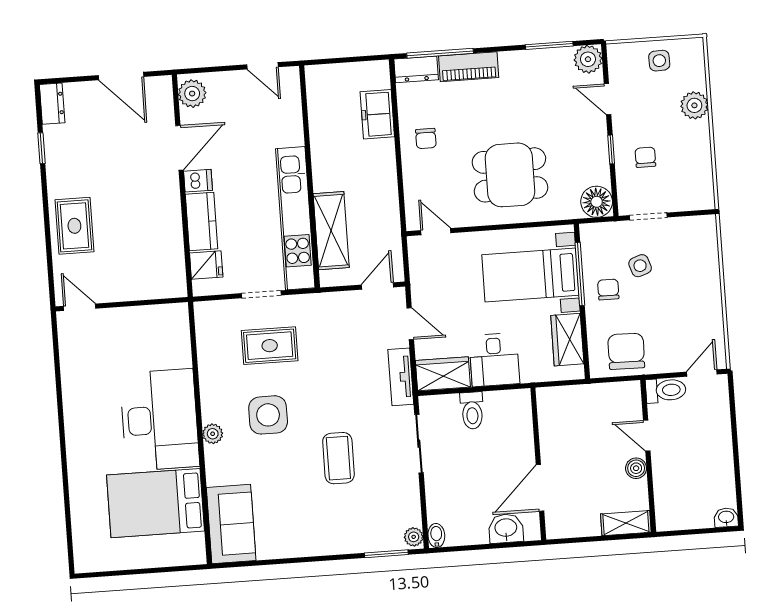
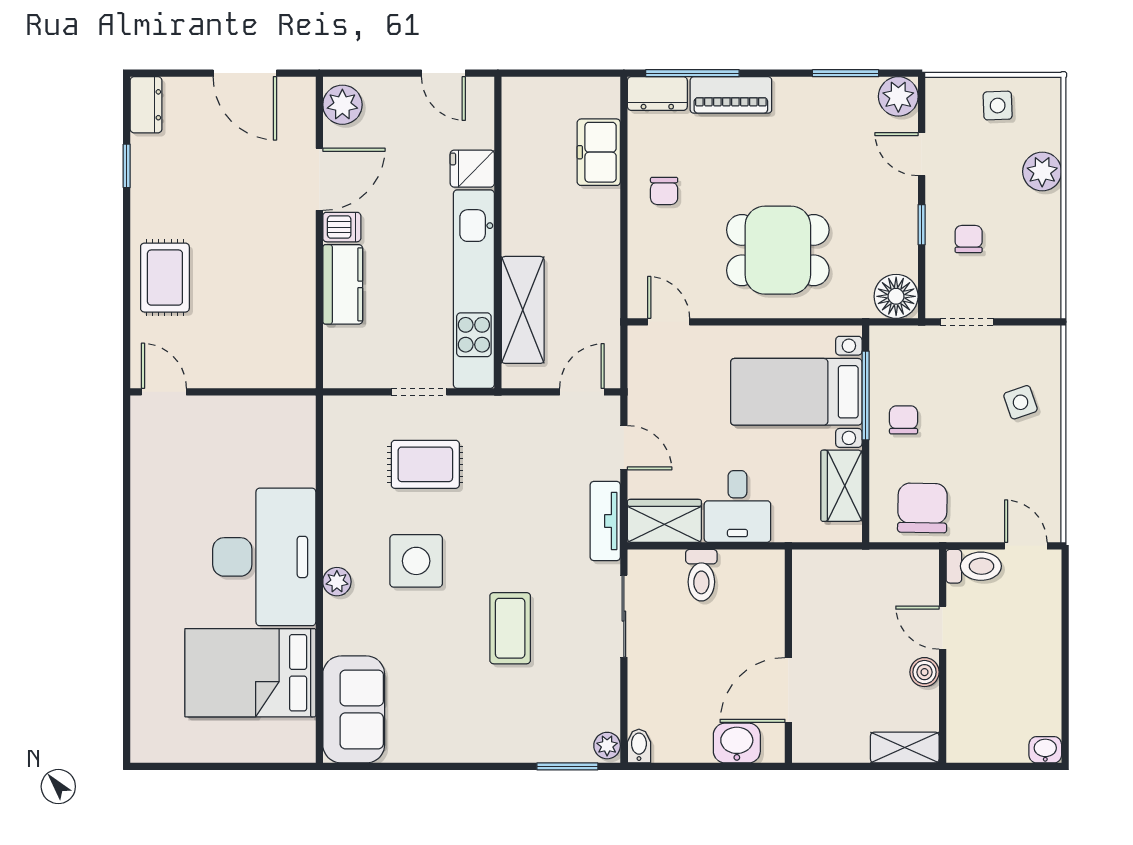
fridge: (206, 265) -> (472, 169), moved, turned 180
side table: (640, 266) -> (1021, 402), moved
door: (702, 373) -> (1026, 546), hinge flipped

